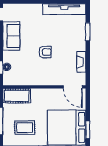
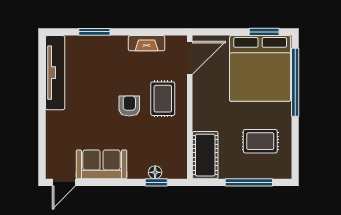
rug: (49, 71) -> (163, 99), added
rug: (25, 128) -> (260, 141), turned 90

